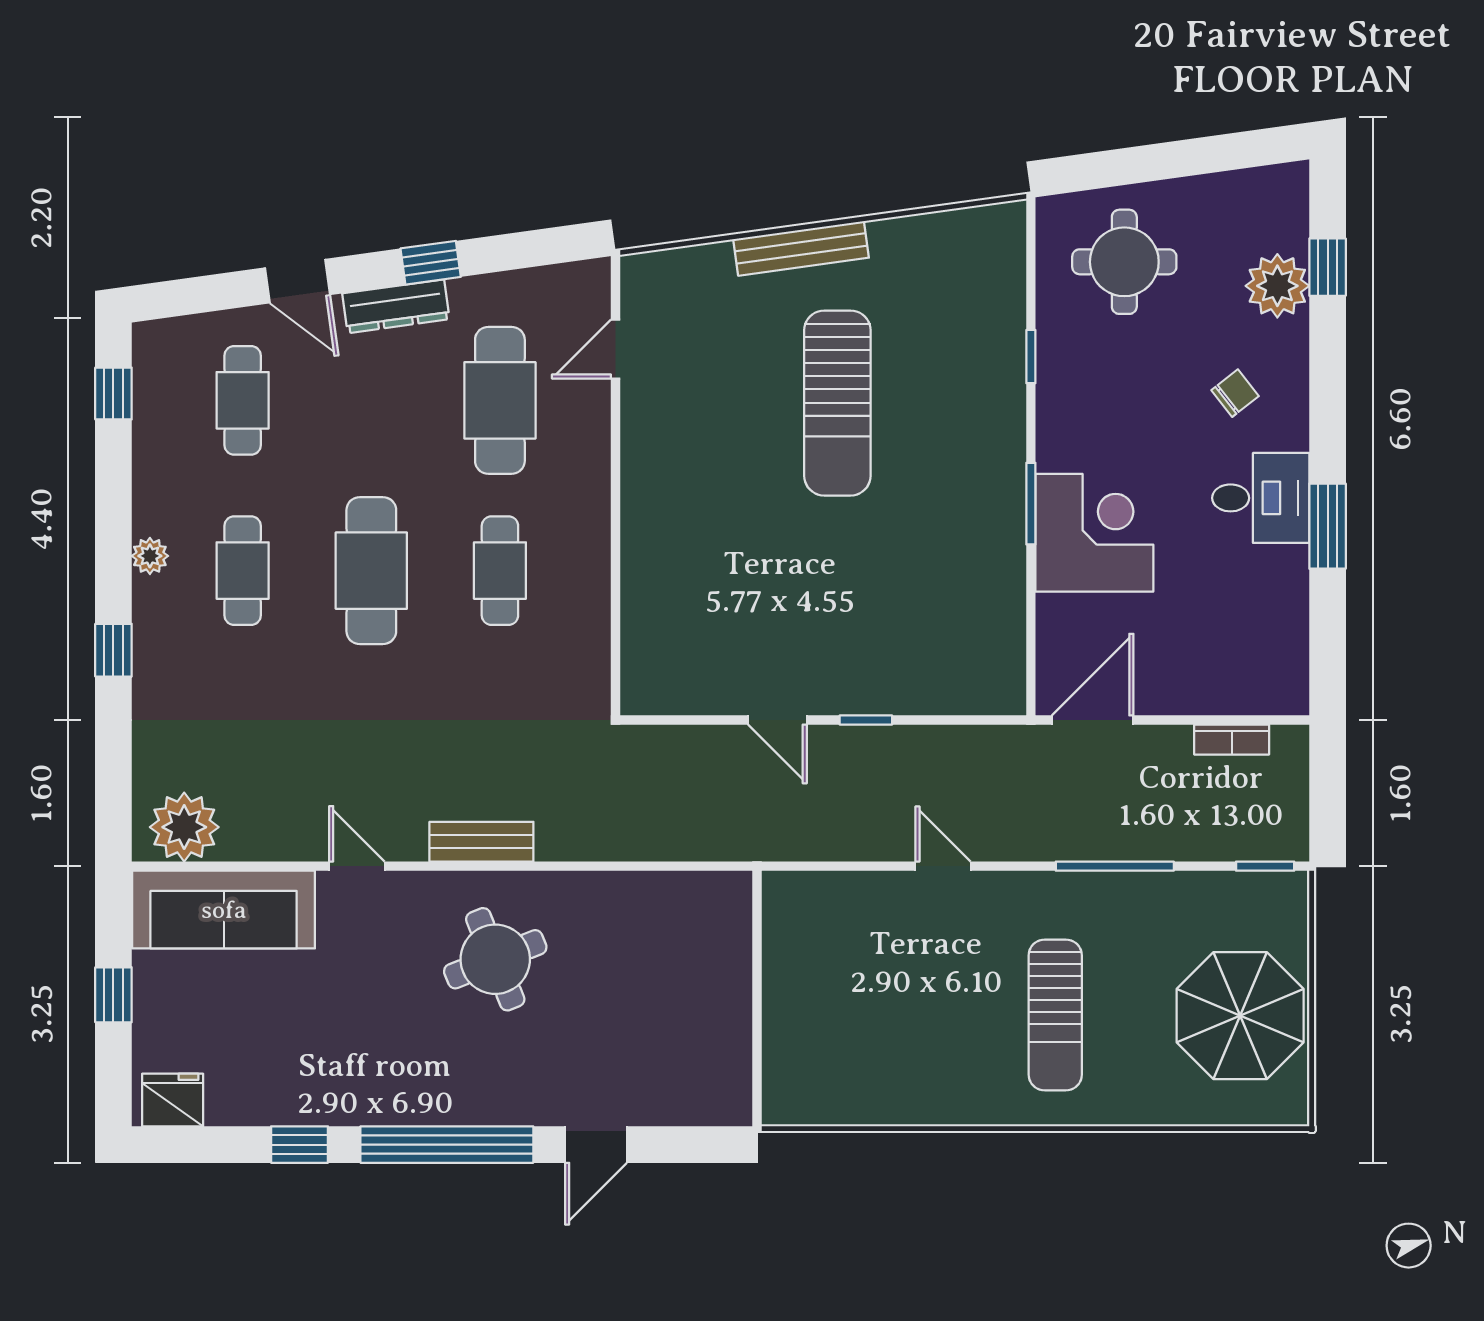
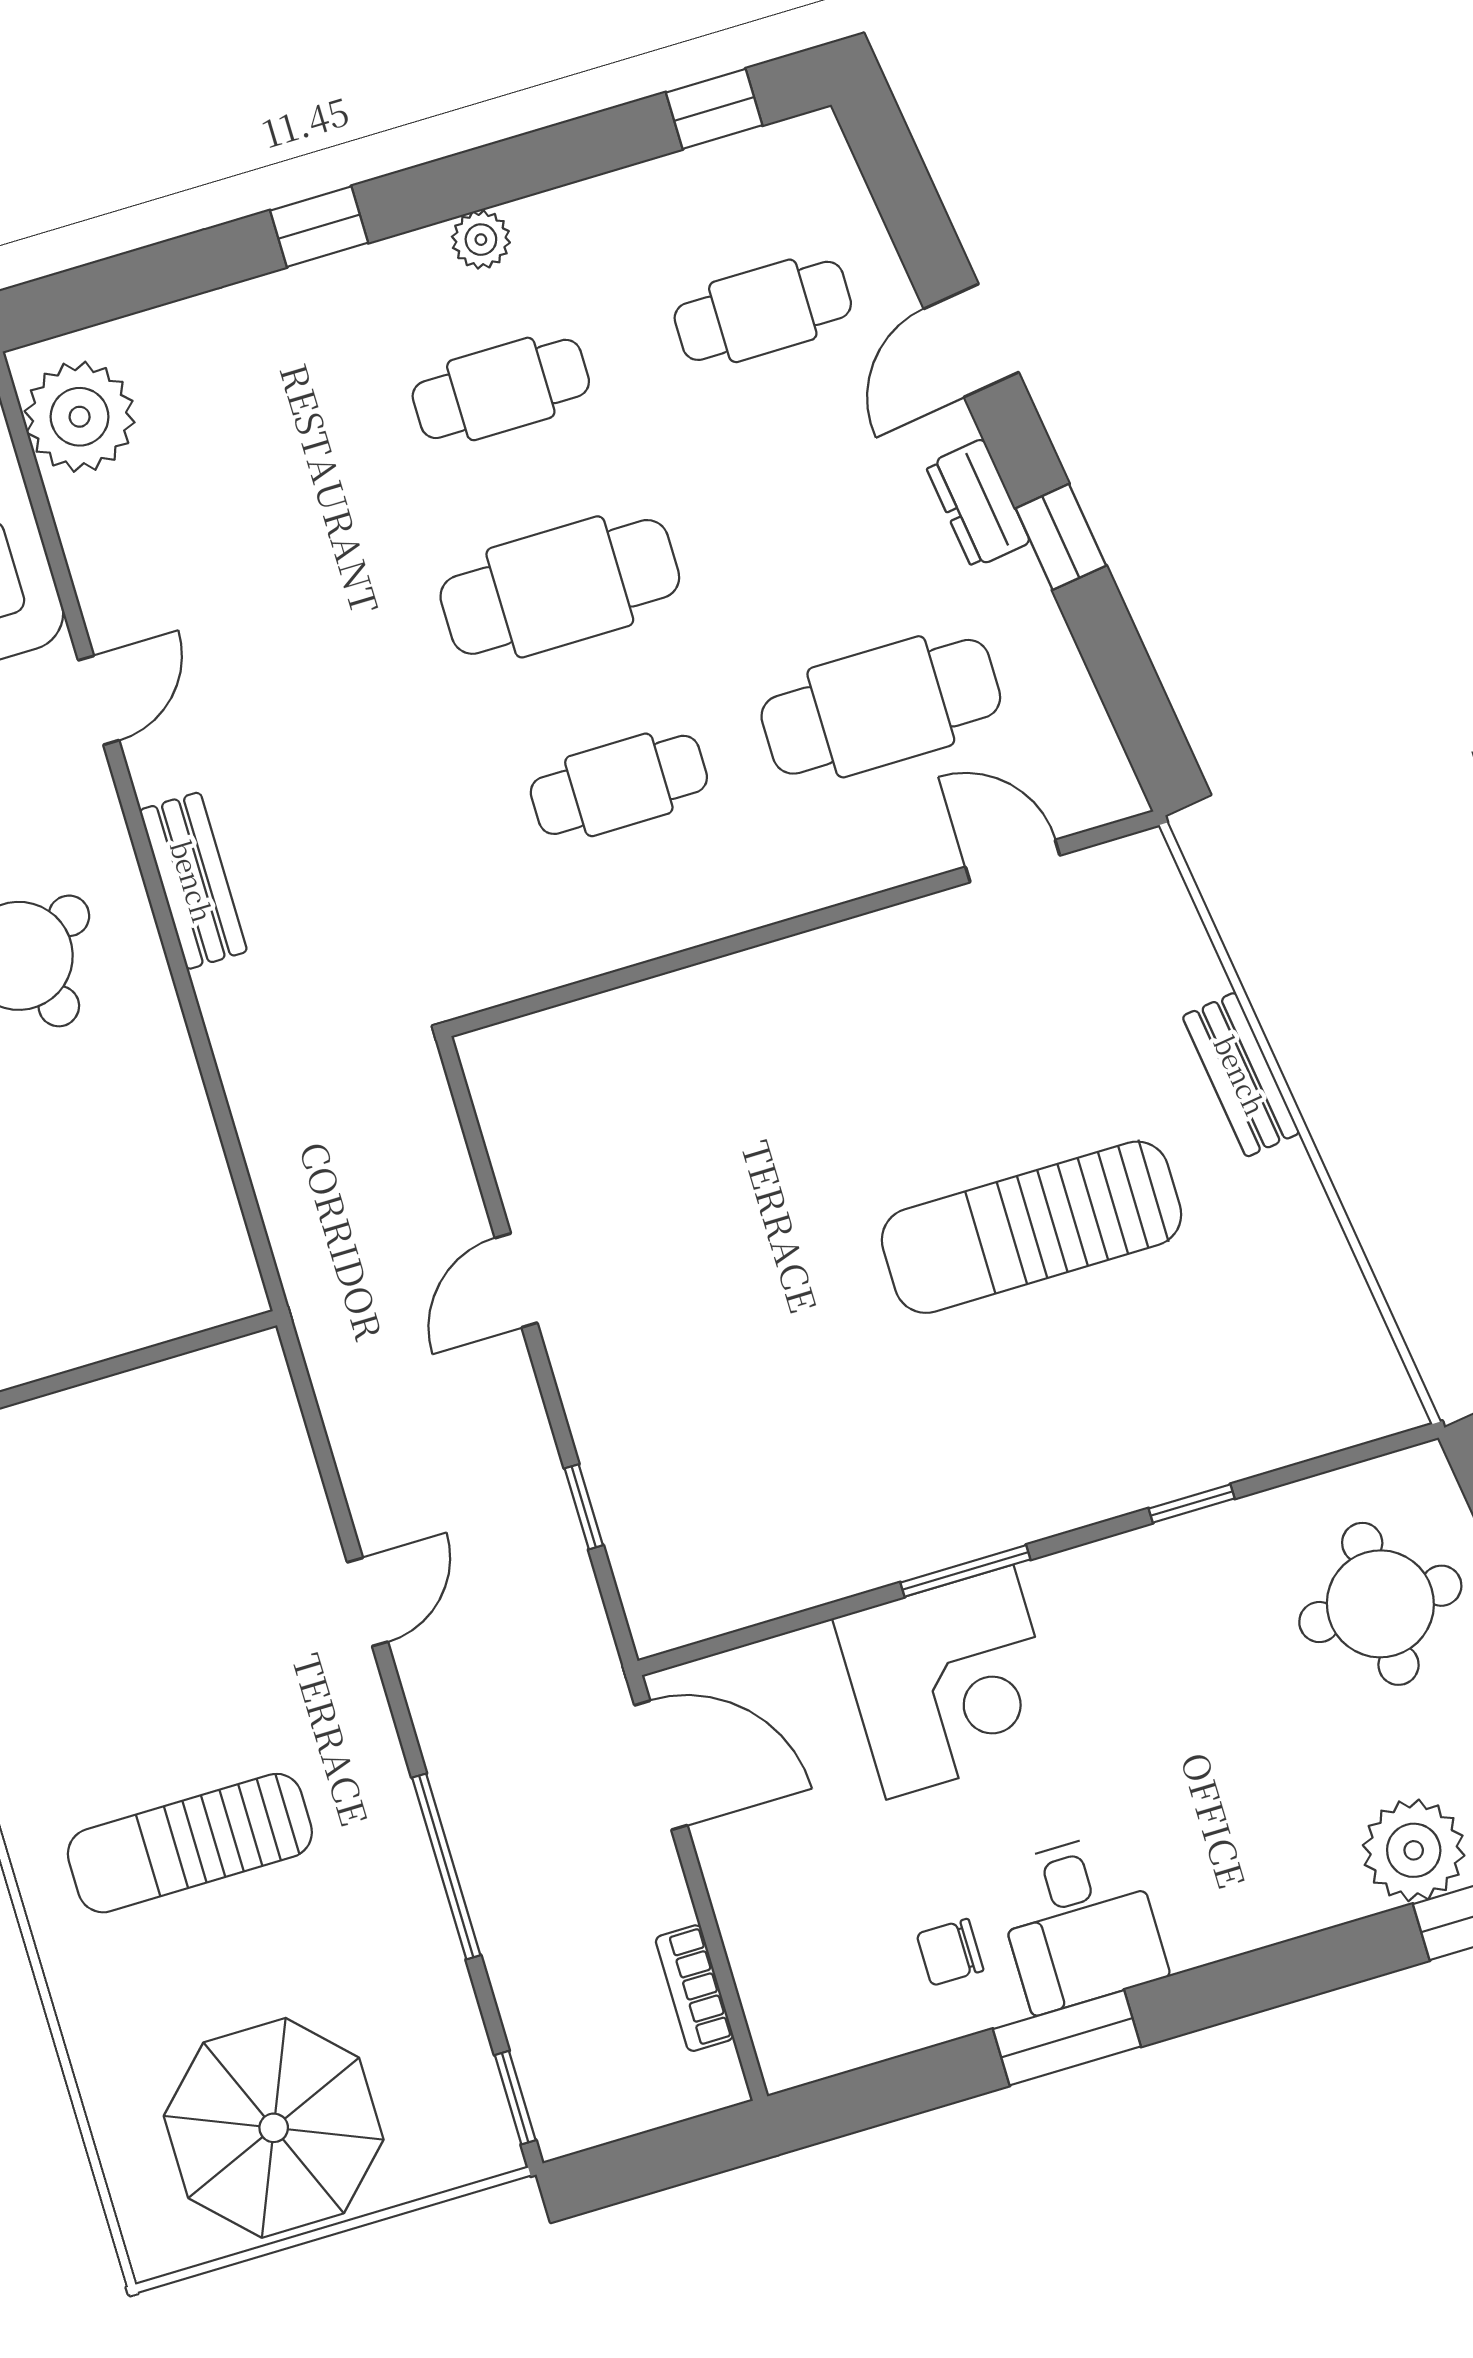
bench: (801, 248) -> (1241, 1075), width x0.73
dresser: (396, 306) -> (978, 504), width x0.70
chair: (1235, 393) -> (950, 1952), moved, turned 128
window: (866, 720) -> (584, 1507), moved

